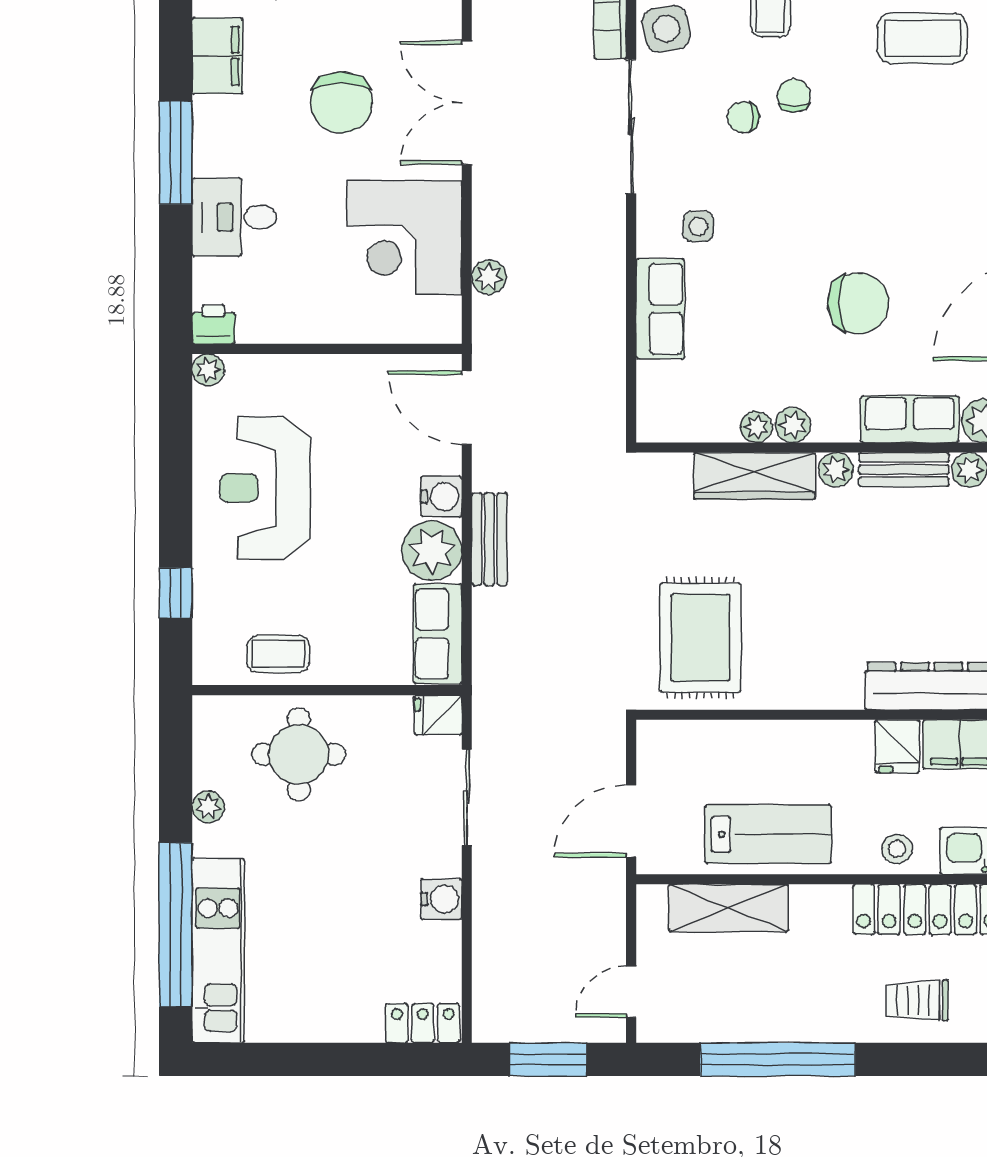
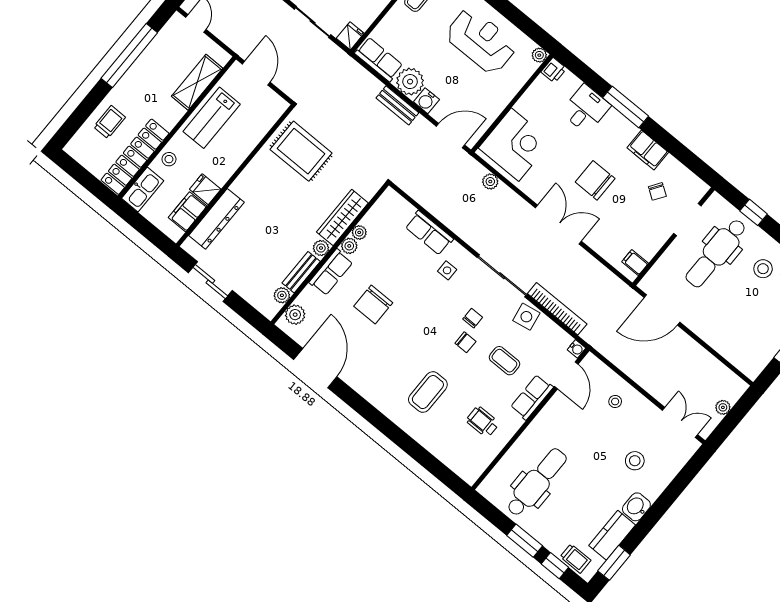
coffee table: (922, 38) -> (428, 392), moved
corner desk: (405, 237) -> (515, 145), moved, turned 90
row of seats: (910, 419) -> (331, 272), moved

